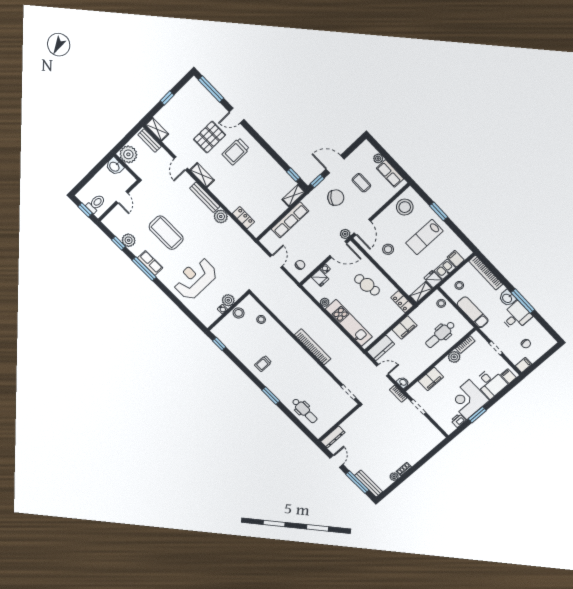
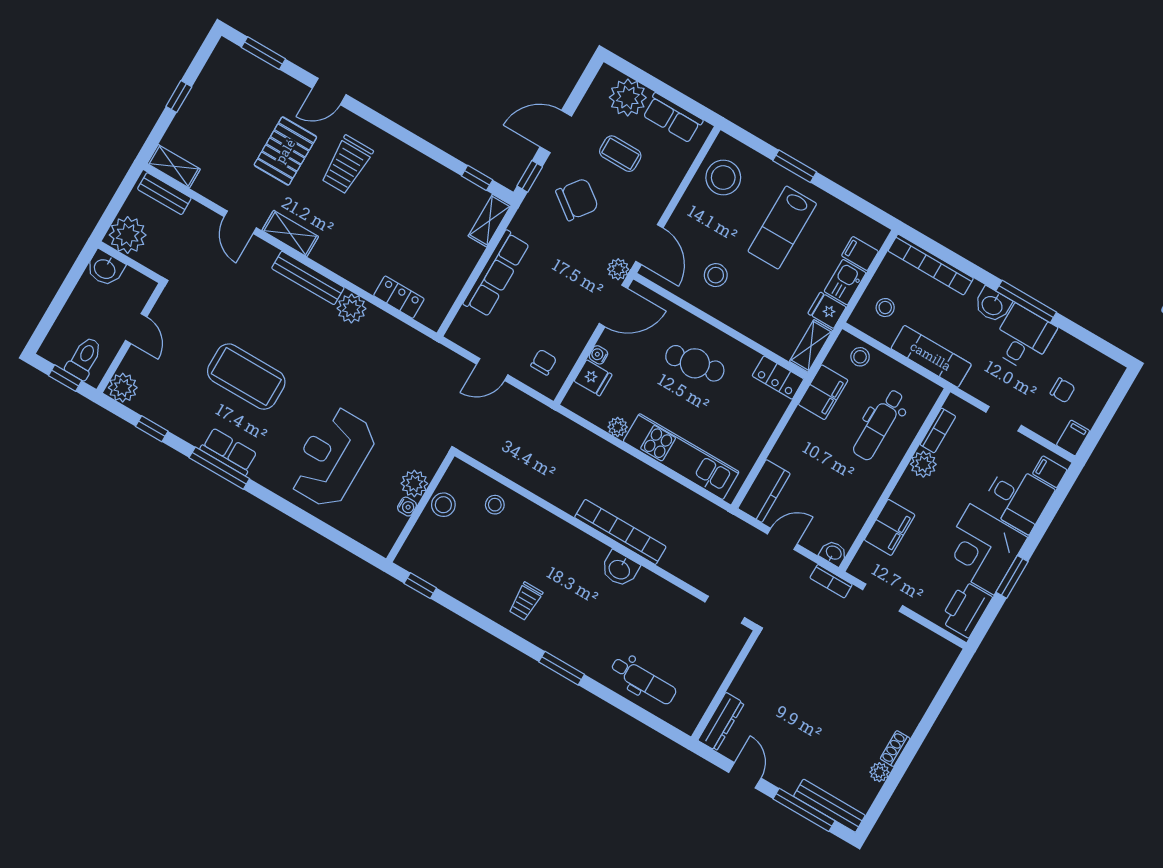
window: (211, 89) -> (263, 53), width x0.69
plant: (378, 158) -> (628, 98), width x1.88, depth x1.88
plant: (129, 240) -> (123, 388), moved
door: (276, 261) -> (492, 369), swing flipped
filing cabinet: (405, 327) -> (823, 392), moved
washbasin: (308, 362) -> (620, 569), added
printer: (458, 421) -> (966, 609), width x1.87, depth x1.48

